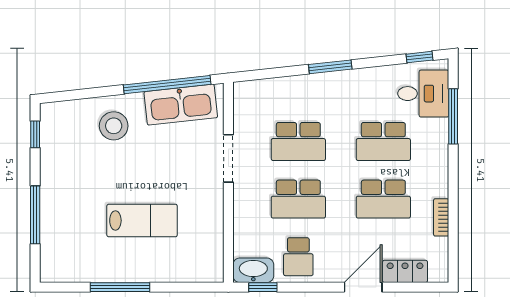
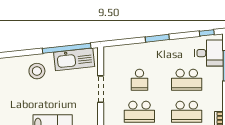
school desk: (298, 141) -> (139, 80), width x0.54

